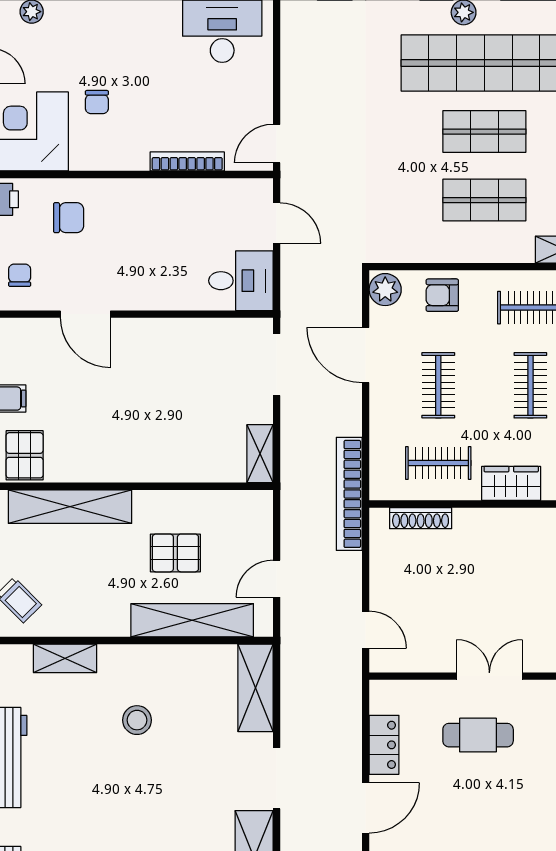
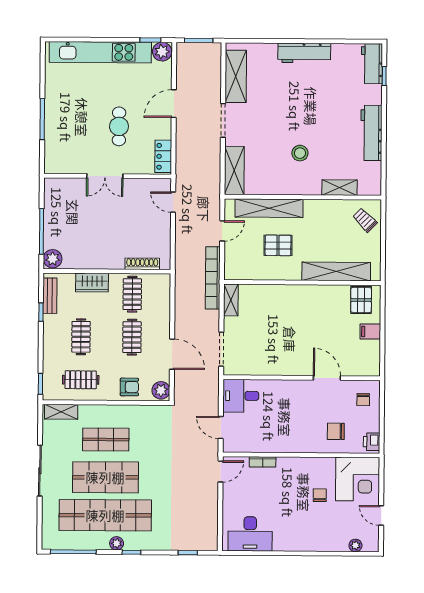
shop shelf: (484, 132) -> (105, 477), width x1.43, depth x1.36
bookcase: (187, 161) -> (263, 462), width x0.64
clothes rail: (438, 463) -> (132, 294), turned 90
bookcase: (349, 494) -> (213, 278), moved, turned 180
cafe table: (478, 735) -> (119, 126), moved, turned 90
locker: (384, 745) -> (163, 156), moved

